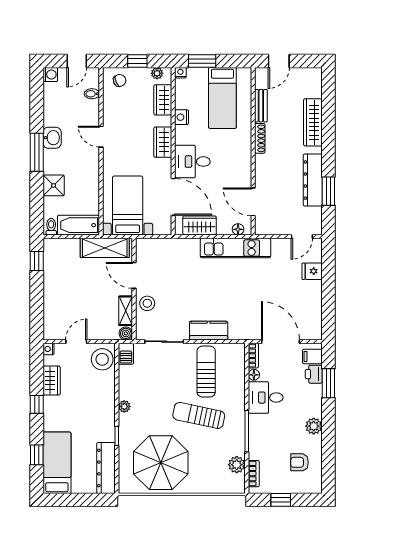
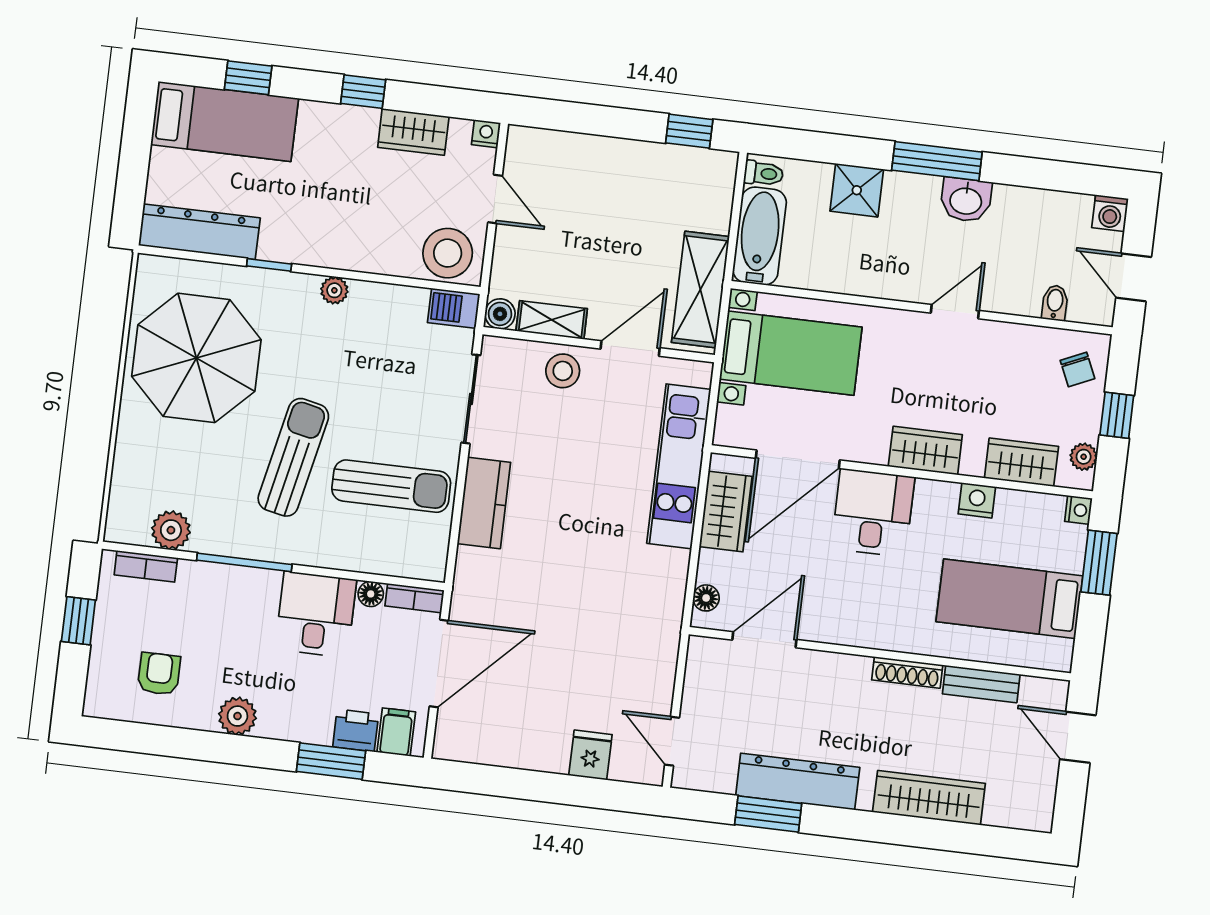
kitchen unit: (235, 248) -> (679, 466), moved

